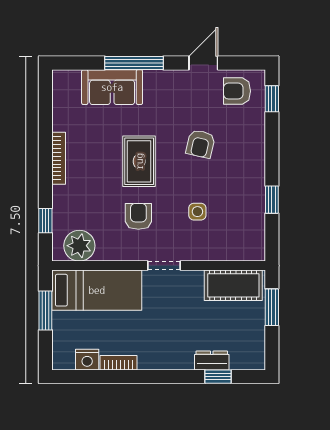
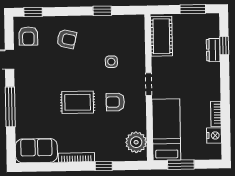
sofa: (112, 87) -> (36, 151), moved, turned -90
armchair: (200, 144) -> (67, 39), moved
window: (45, 221) -> (104, 166), moved
window: (272, 307) -> (193, 9), moved

